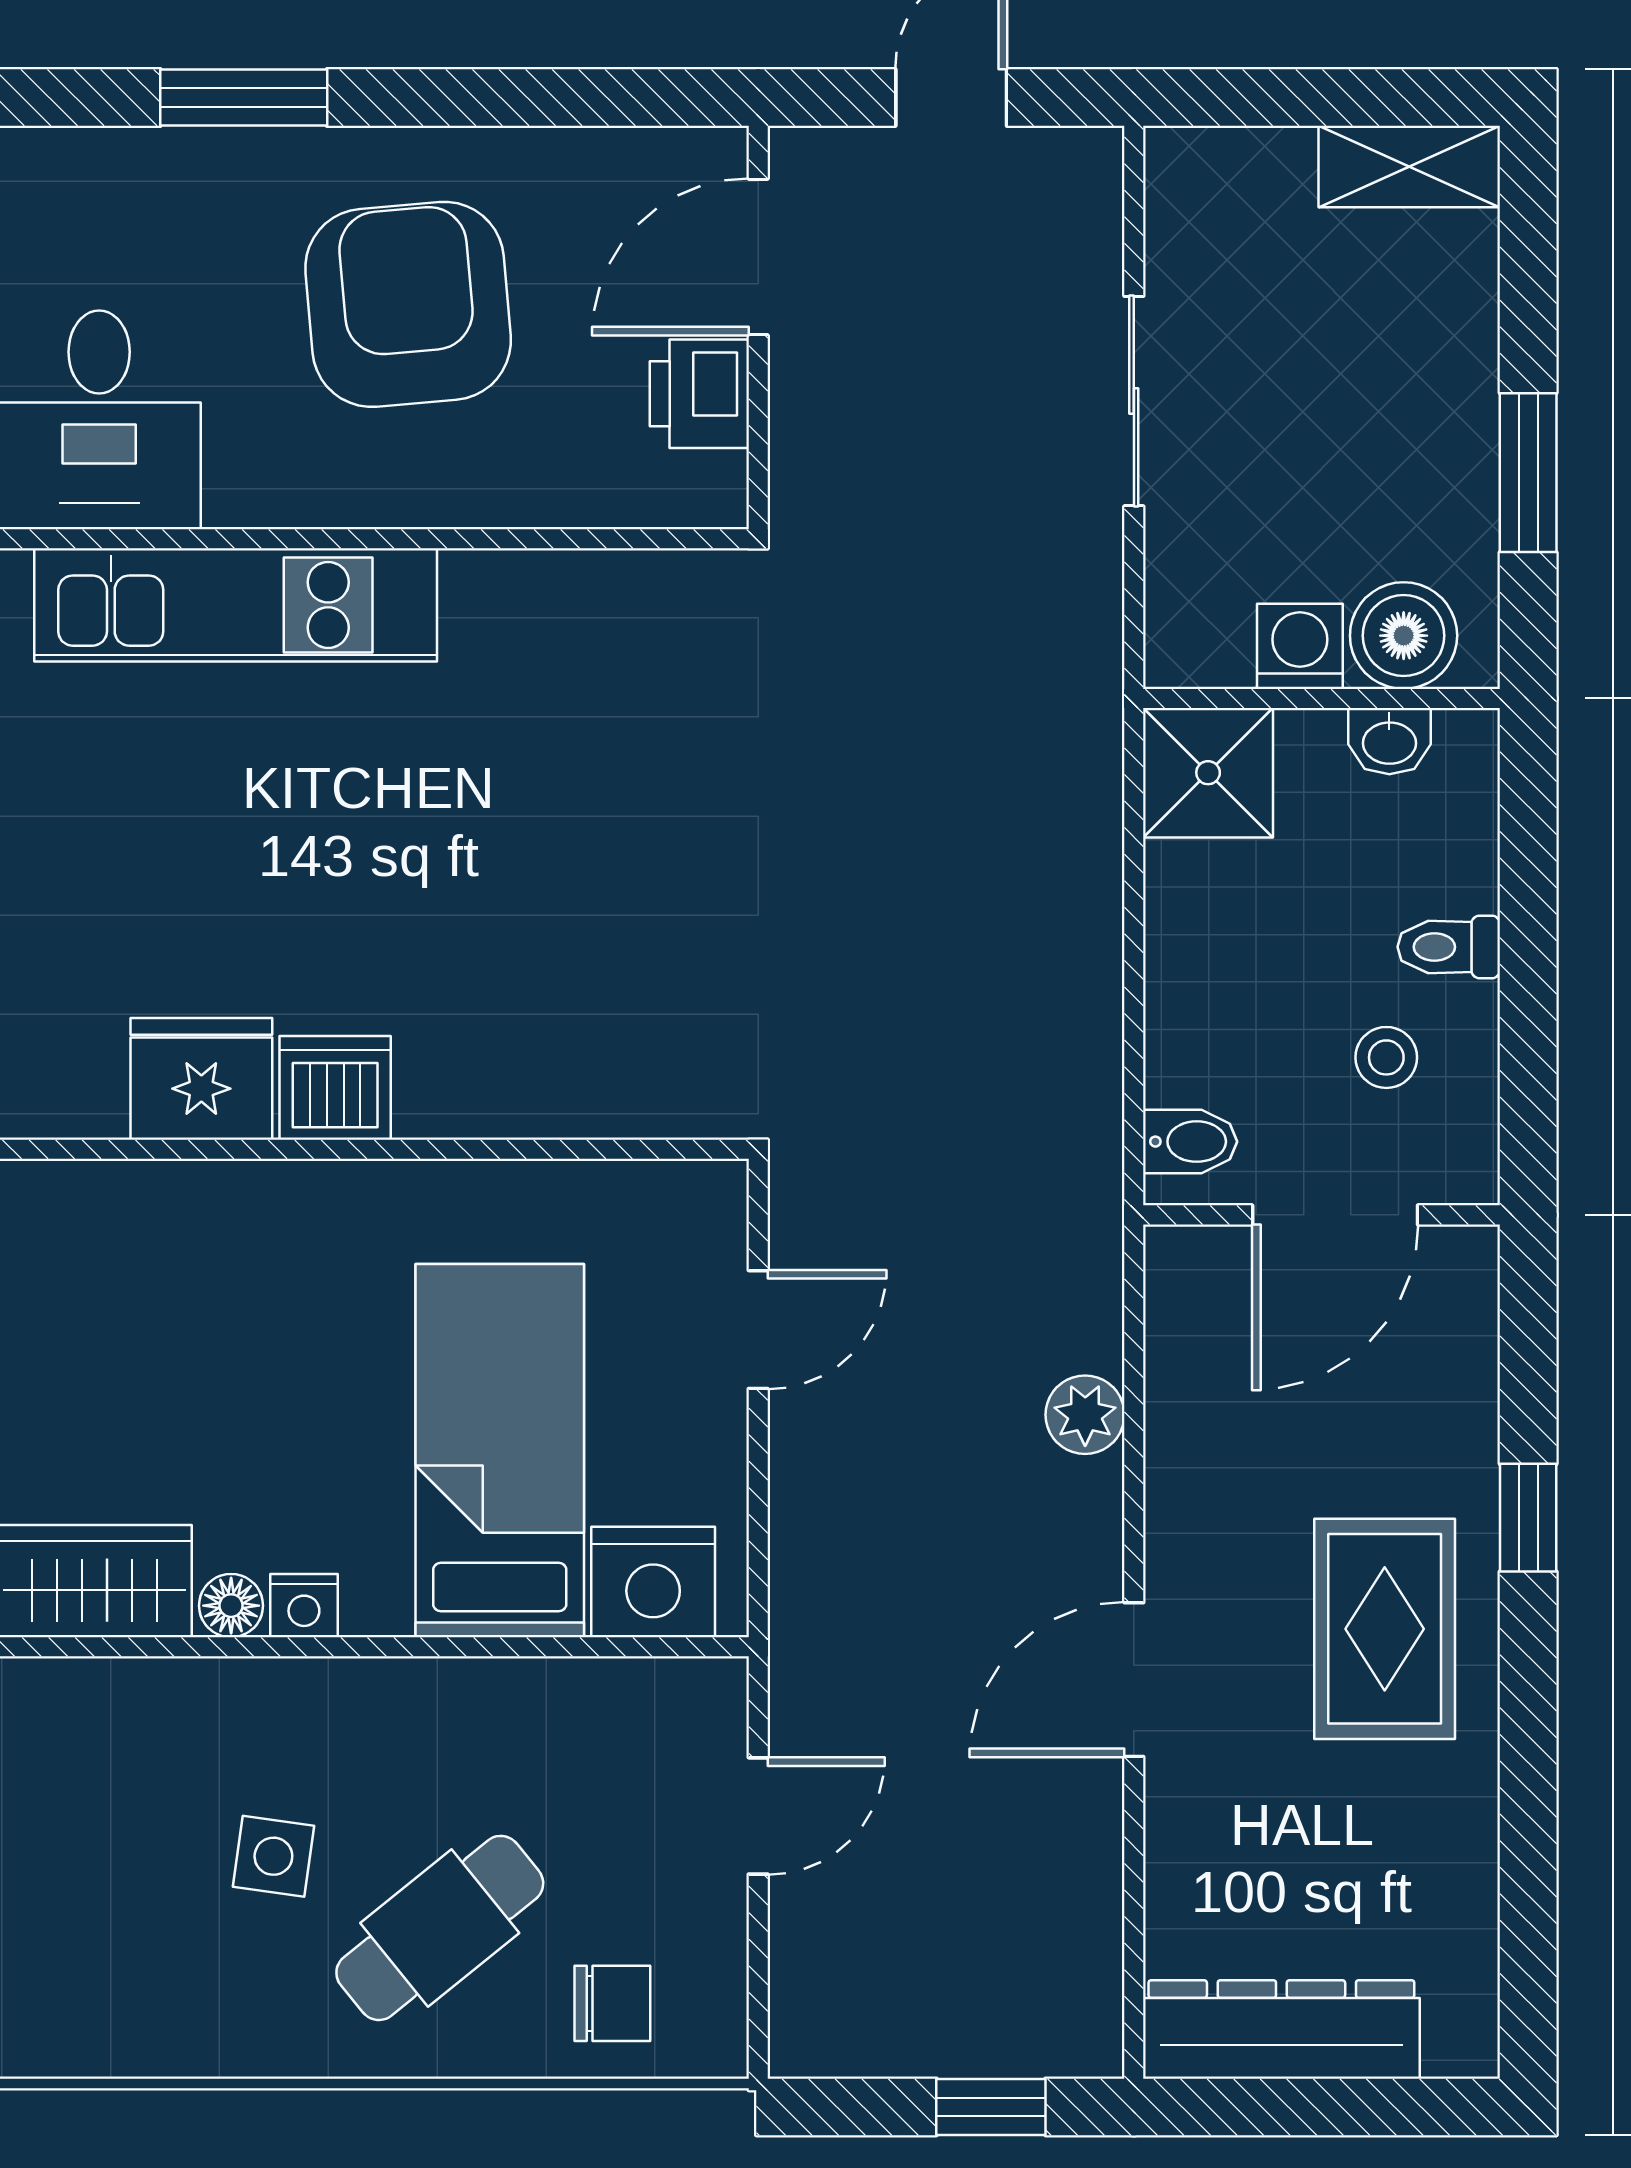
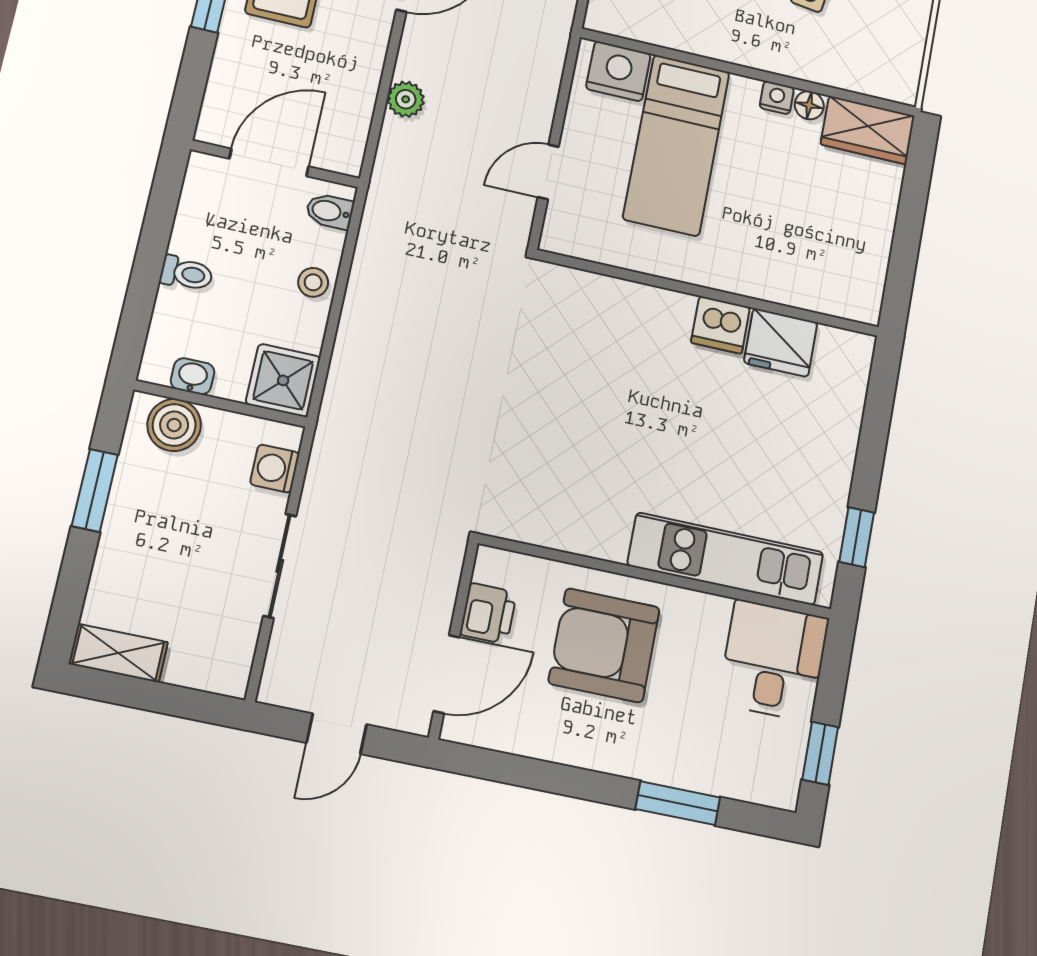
armchair: (408, 304) -> (604, 645), moved, turned 95
washing machine: (1300, 646) -> (275, 469), moved, turned 90
stool: (1386, 1057) -> (313, 282), moved

